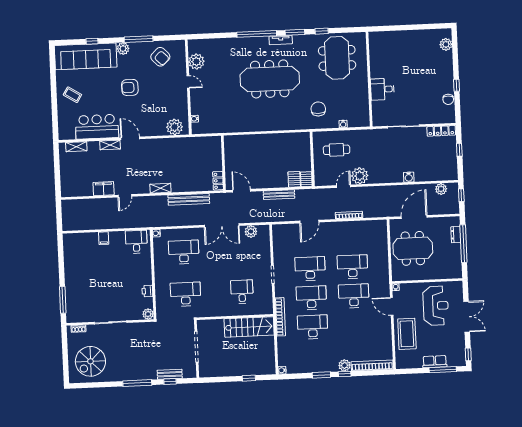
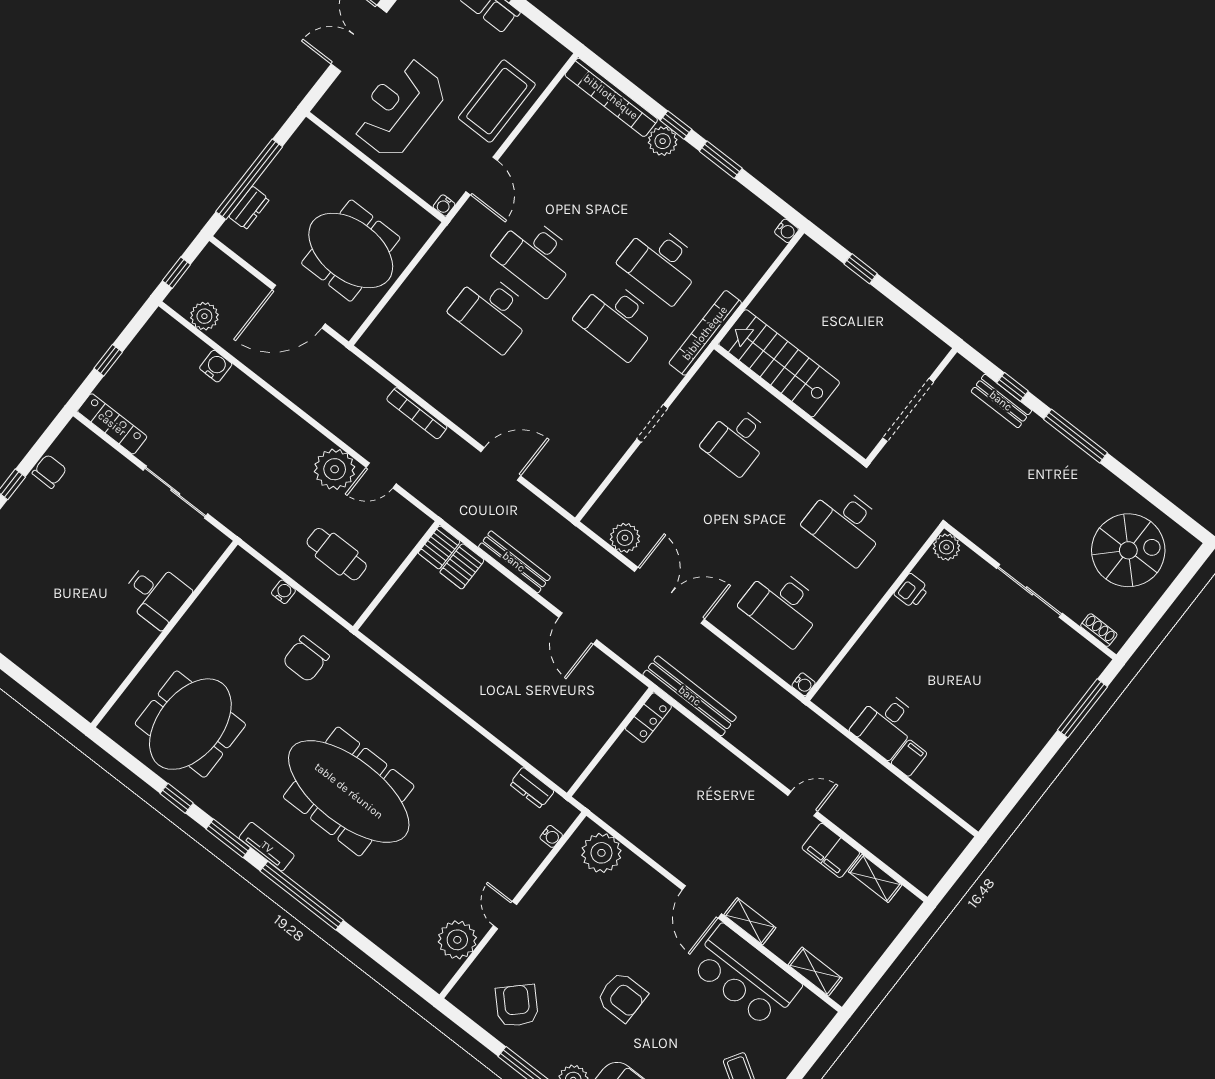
dresser: (214, 129) -> (532, 788), added
wall: (223, 163) -> (610, 742), moved
water cooler: (409, 177) -> (216, 366), moved
locker: (218, 181) -> (648, 718), moved
shelving: (160, 188) -> (875, 878), moved
desk: (136, 242) -> (885, 724), moved
desk: (310, 269) -> (574, 375), removed

